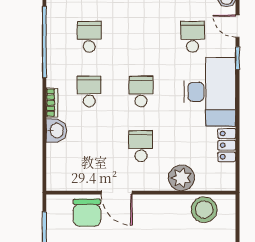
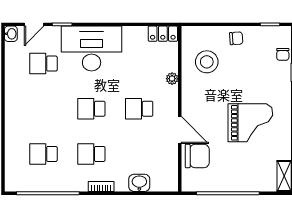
washbasin: (56, 131) -> (139, 183), moved
locker: (227, 145) -> (163, 34), moved
plant: (181, 178) -> (172, 79), width x0.53, depth x0.53
door: (117, 193) -> (180, 130), hinge flipped
stool: (204, 210) -> (207, 62), moved

